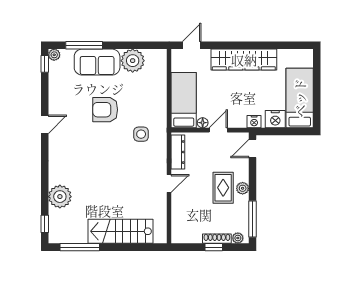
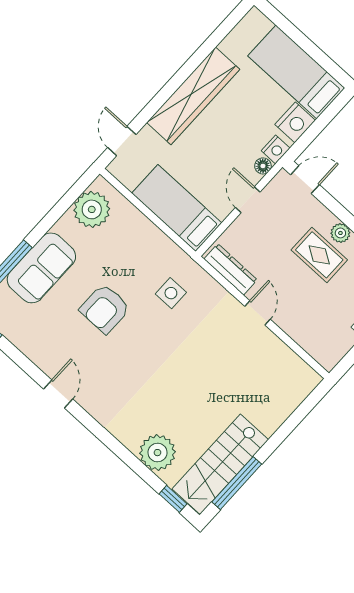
plant: (133, 61) -> (92, 209), moved
floor lamp: (203, 123) -> (263, 166), moved
door: (252, 149) -> (305, 180), swing flipped
stairs: (121, 231) -> (220, 464), moved

